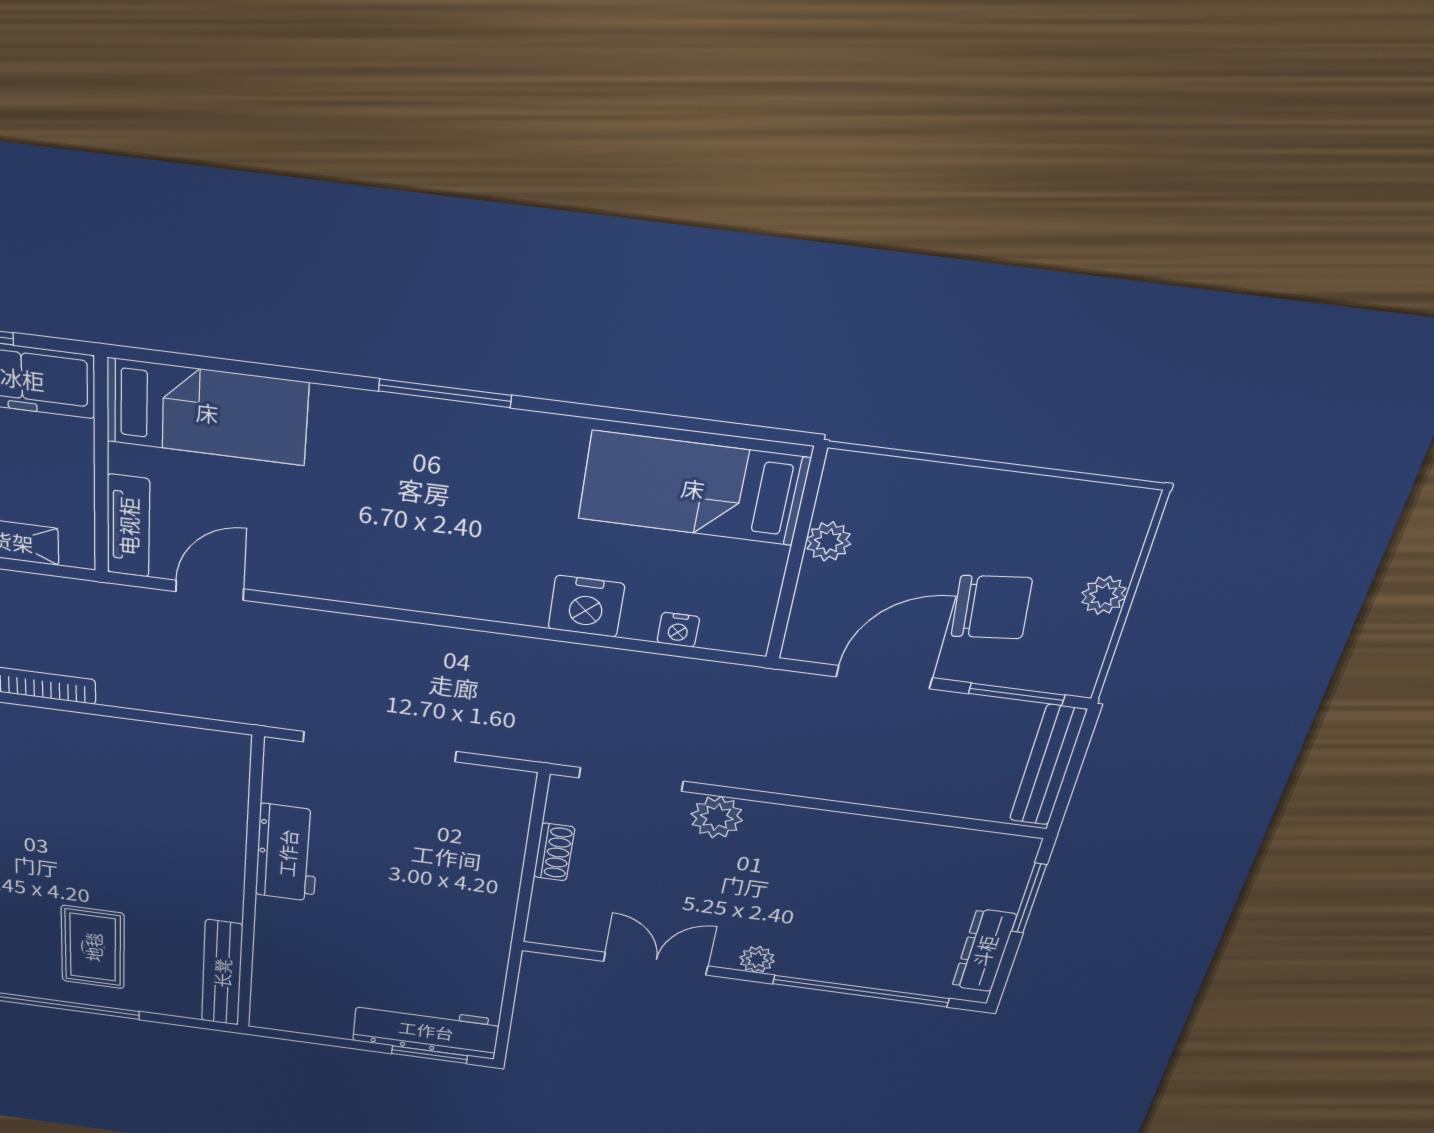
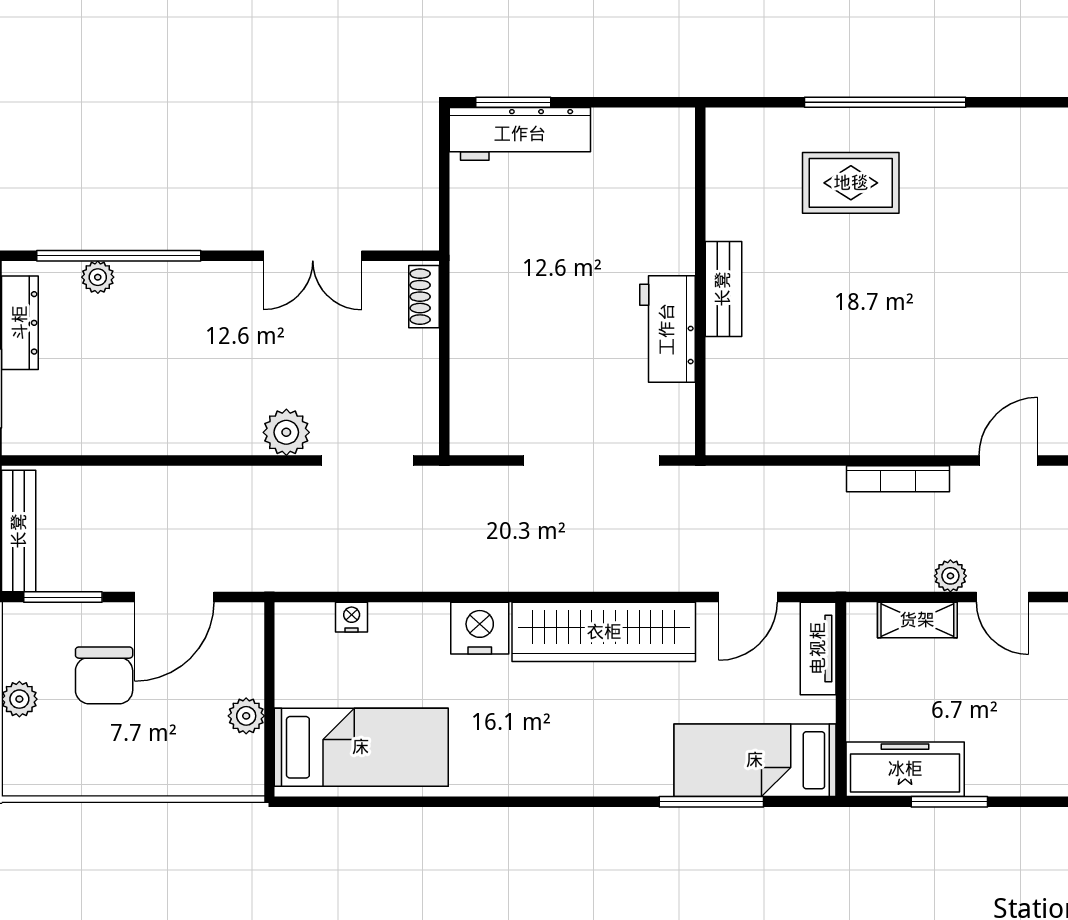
window: (445, 393) -> (711, 802), moved
wardrobe: (381, 576) -> (604, 632), added
nightstand: (586, 606) -> (480, 628), moved
chair: (992, 607) -> (104, 675), turned -84
shoe rack: (554, 852) -> (424, 297), moved
rug: (93, 947) -> (851, 183), turned 90
plant: (757, 959) -> (98, 277), moved
bench: (222, 973) -> (723, 289), moved, width x0.73

